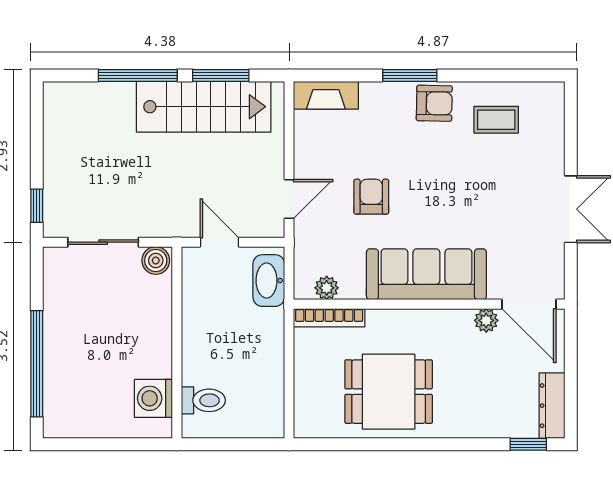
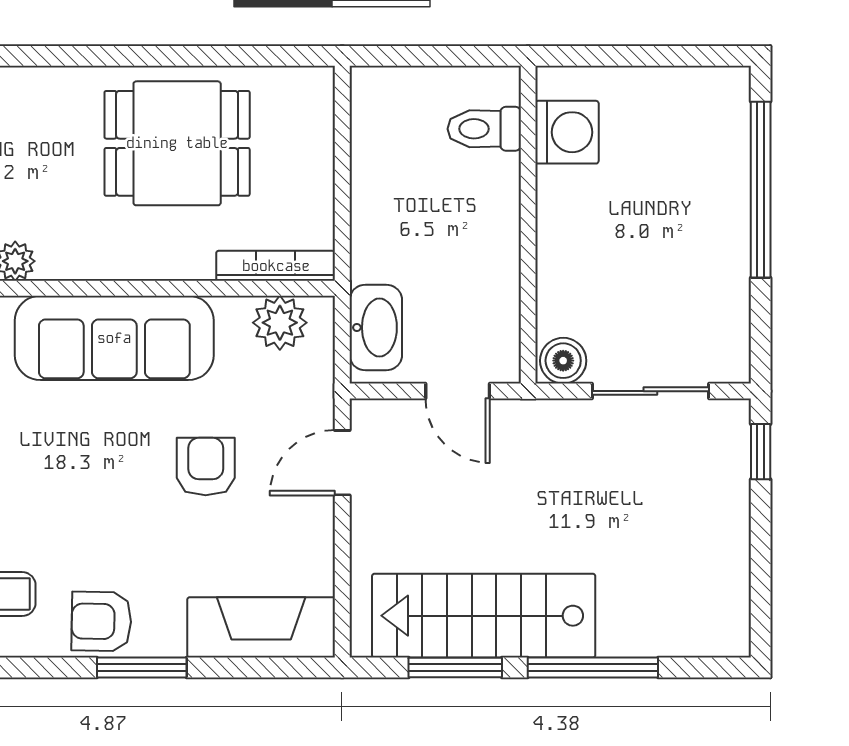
fireplace: (326, 95) -> (261, 627), width x1.37, depth x1.32
armchair: (371, 197) -> (206, 467), turned 180
plant: (327, 288) -> (280, 323), width x1.38, depth x1.38

